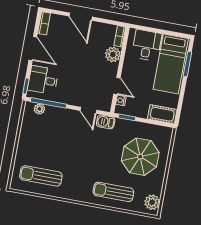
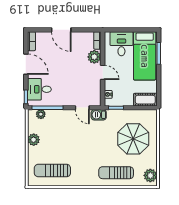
door: (117, 86) -> (103, 72), moved
plant: (26, 137) -> (34, 140), added

